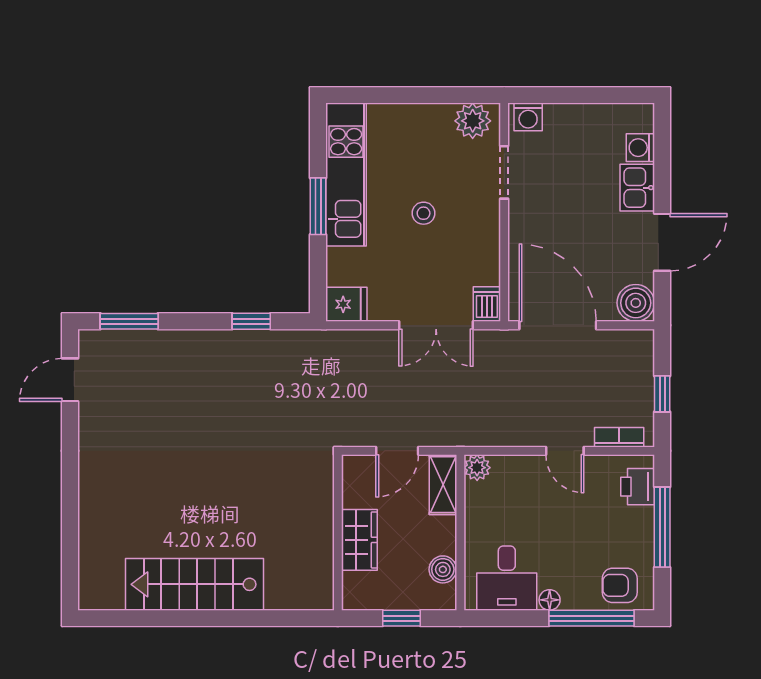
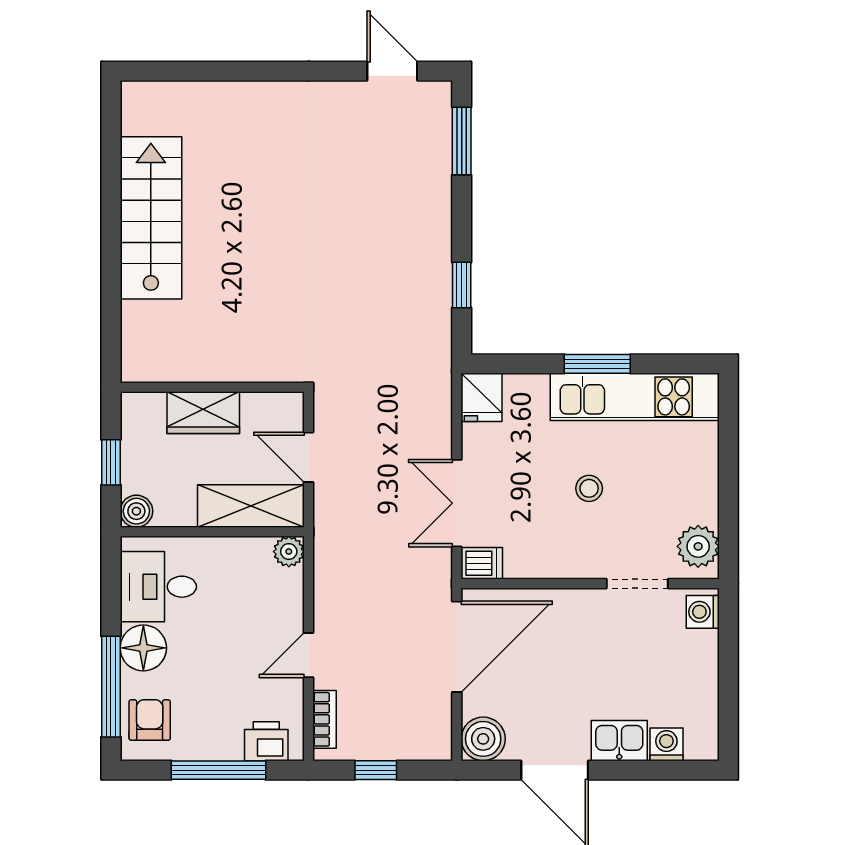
shelving: (443, 485) -> (251, 506), width x1.50, depth x1.33
boiler: (443, 569) -> (136, 511), moved
floor lamp: (550, 600) -> (143, 648), width x1.89, depth x1.89

